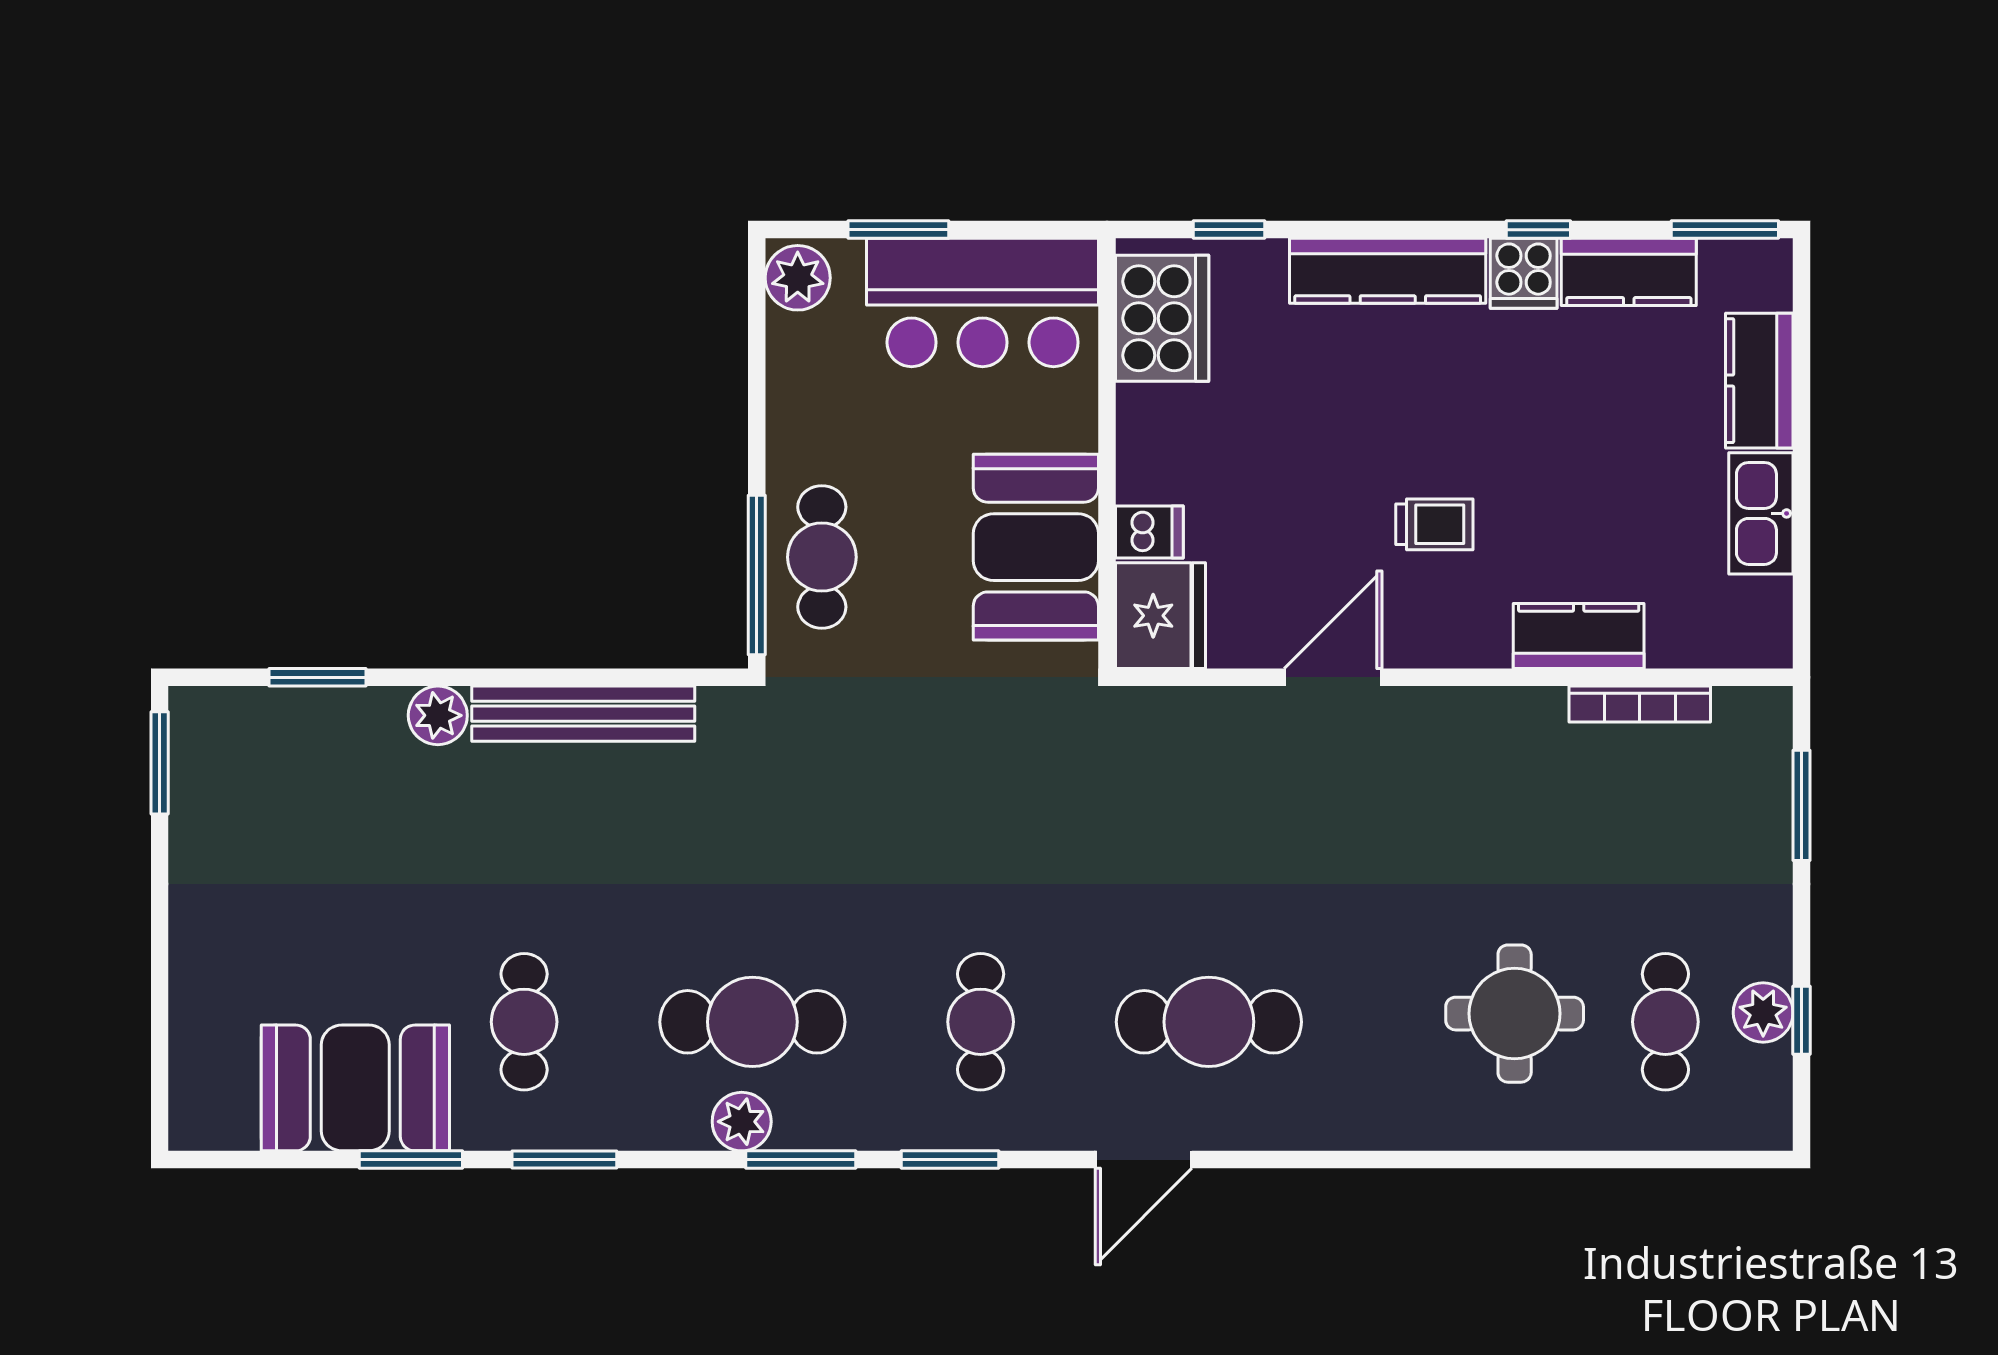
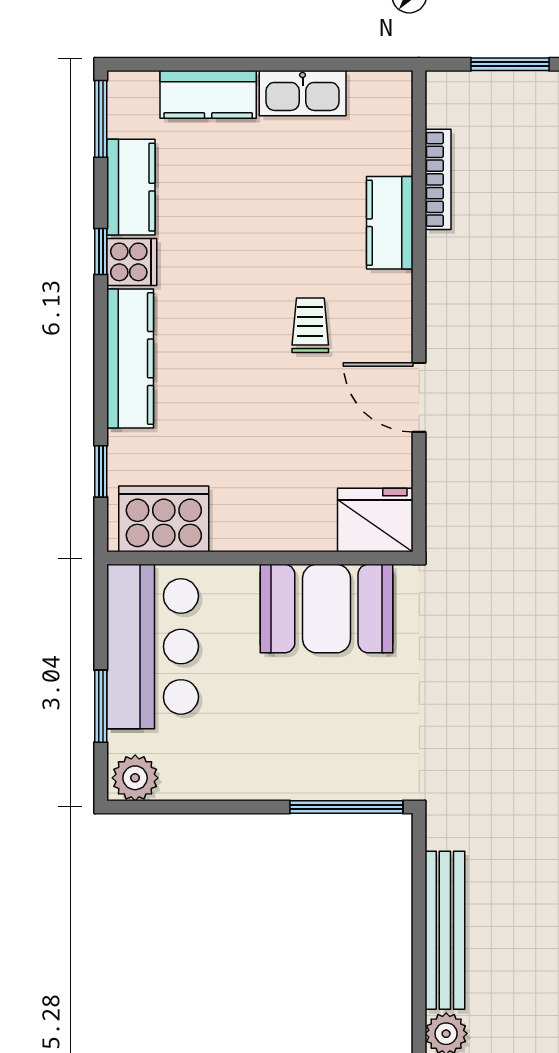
dishwasher: (1149, 532) -> (316, 528), removed
cafe table: (822, 557) -> (334, 761), removed

